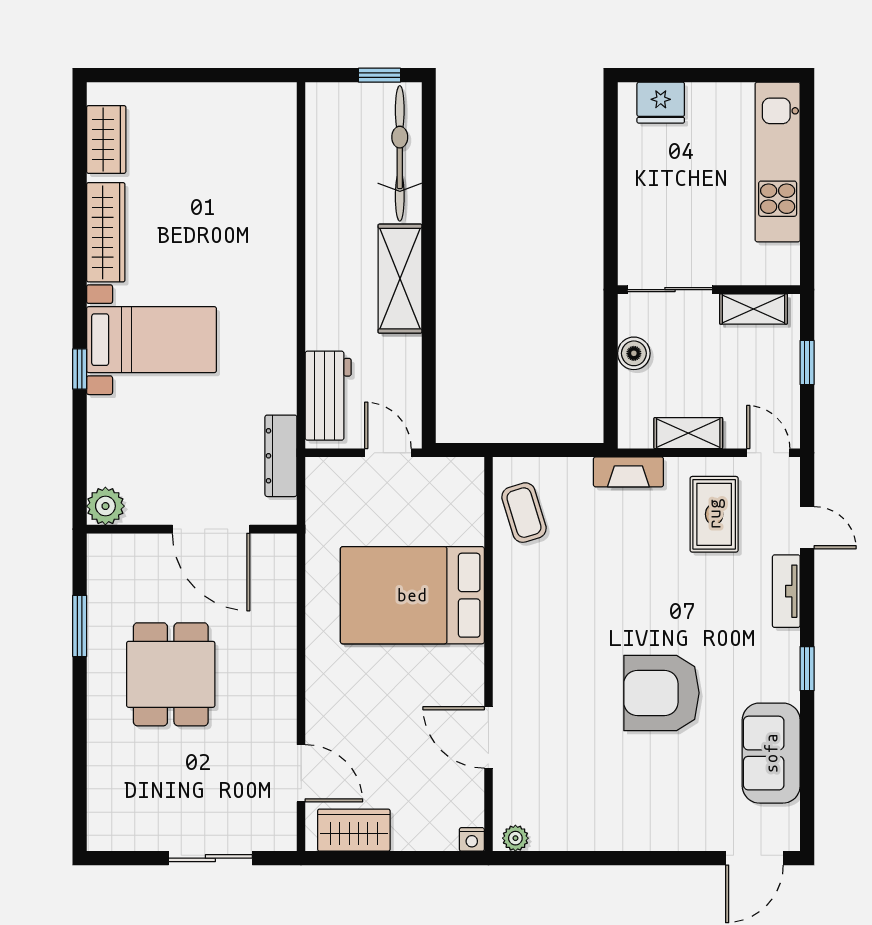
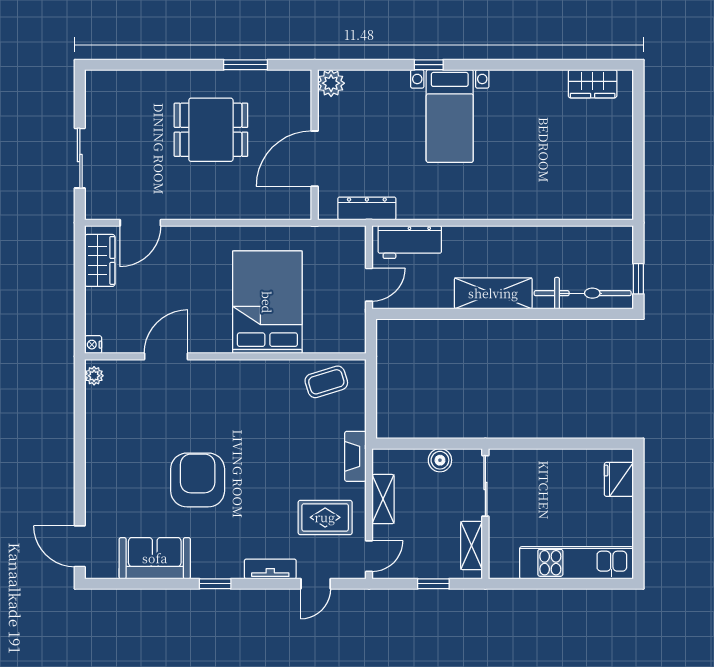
wardrobe: (106, 232) -> (526, 83), removed

